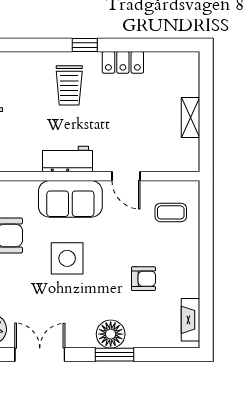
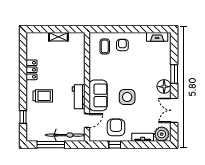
window: (85, 45) -> (23, 117), moved
door: (126, 176) -> (87, 121), moved
armchair: (143, 279) -> (122, 45), moved
floor lamp: (111, 334) -> (164, 87), moved

